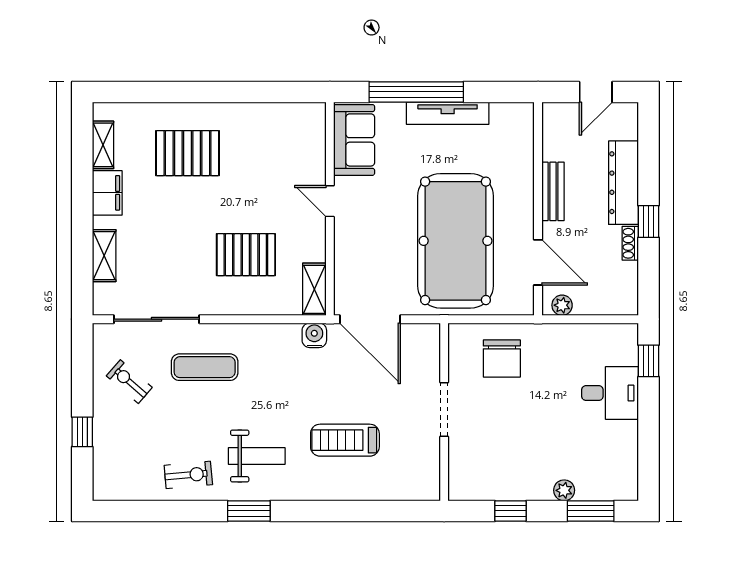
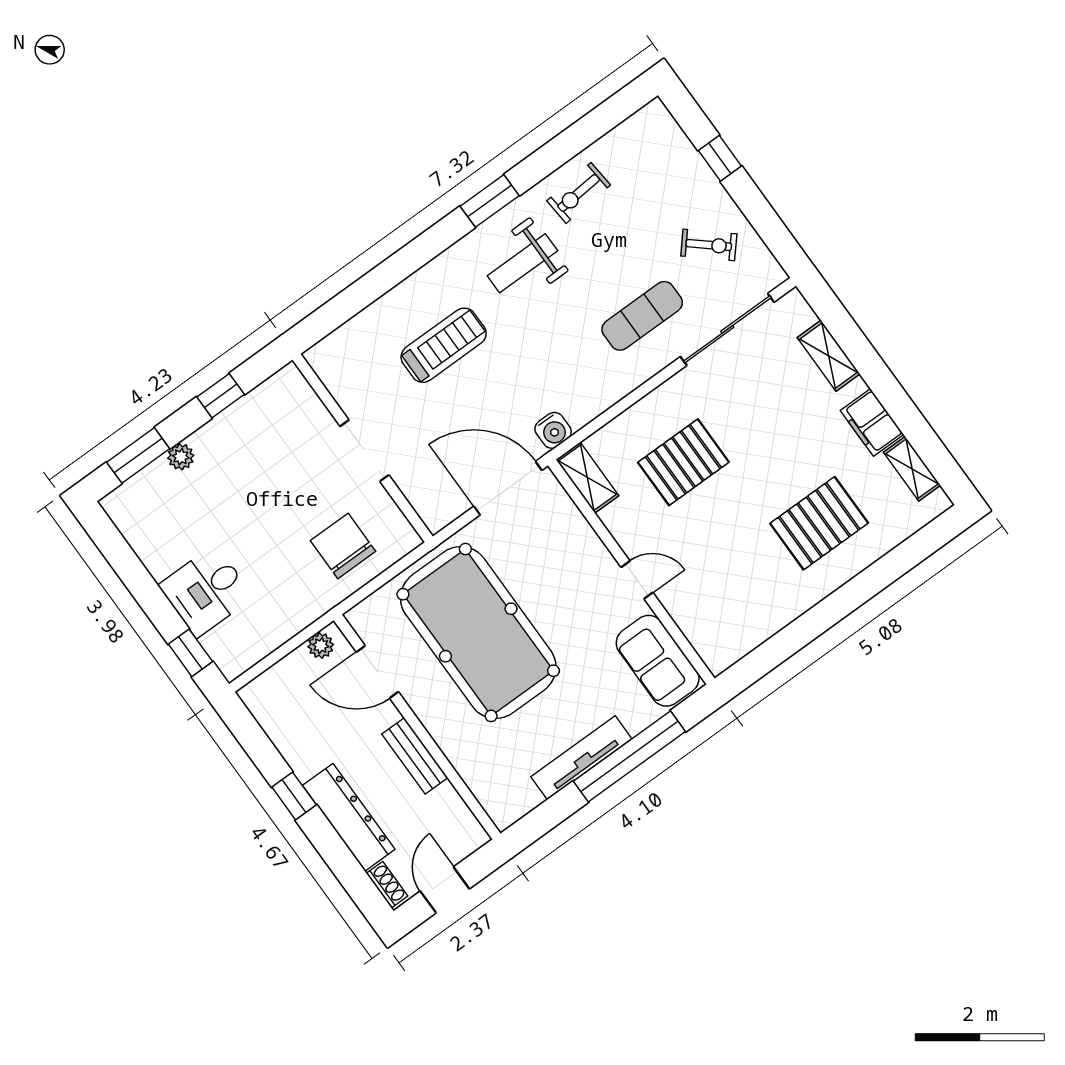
shoe rack: (630, 243) -> (387, 885), moved

